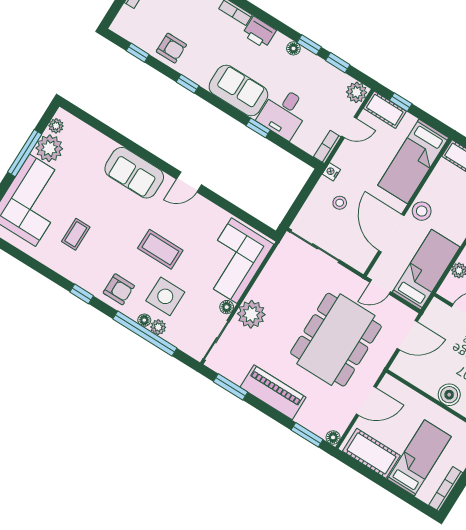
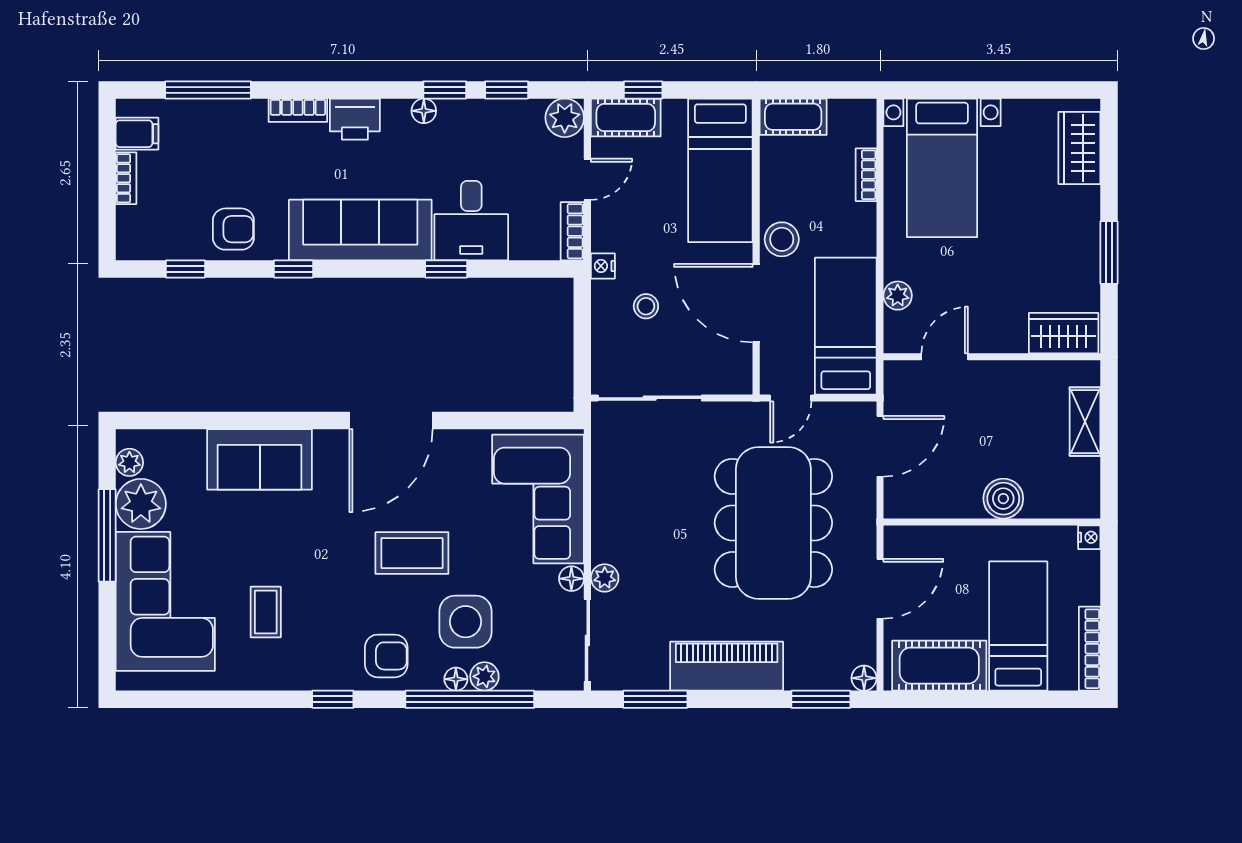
sofa: (238, 91) -> (360, 230), width x1.36
sofa: (134, 173) -> (260, 459), moved
door: (189, 182) -> (391, 420), width x1.87
plant: (251, 314) -> (605, 578), width x0.53, depth x0.53

